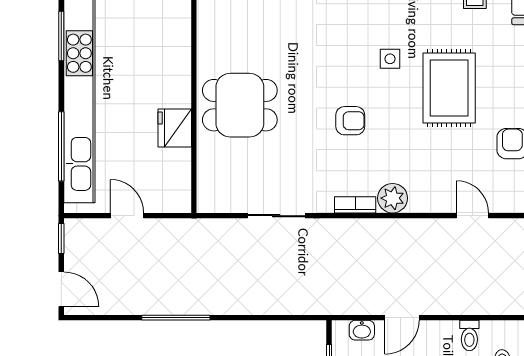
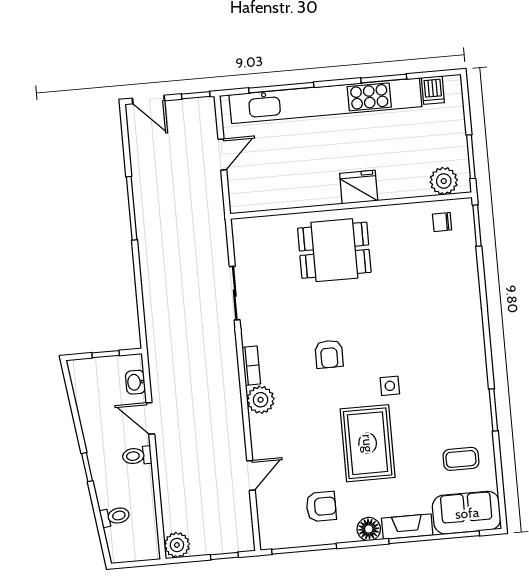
rug: (449, 88) -> (368, 443), turned 90
dining table: (240, 105) -> (334, 250), turned 90
fridge: (175, 128) -> (359, 187), moved
door: (61, 289) -> (148, 100), hinge flipped
toilet: (469, 335) -> (137, 456), moved

